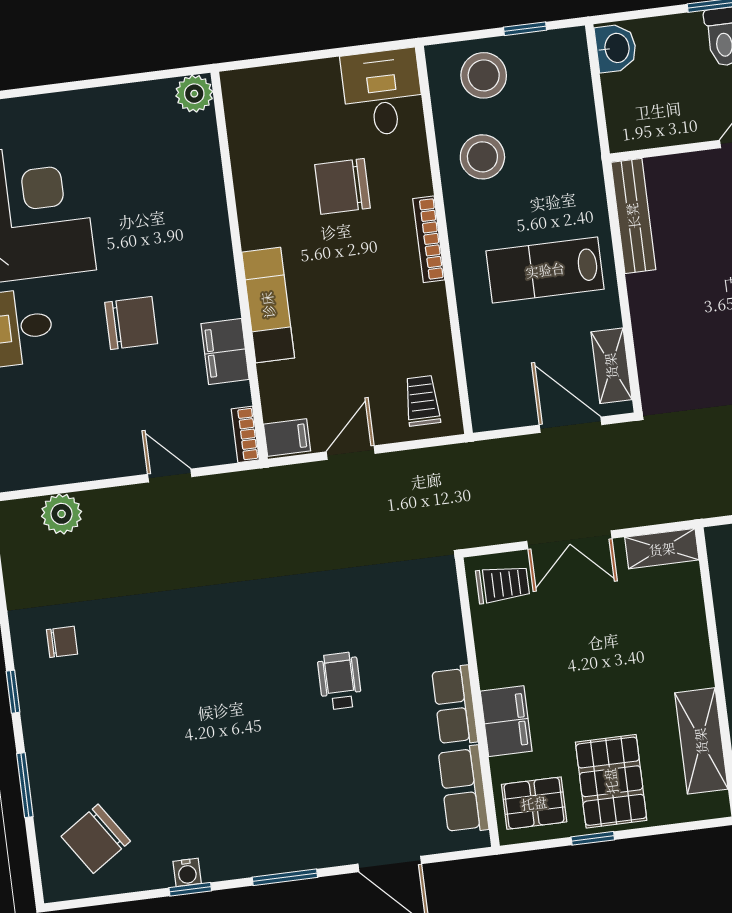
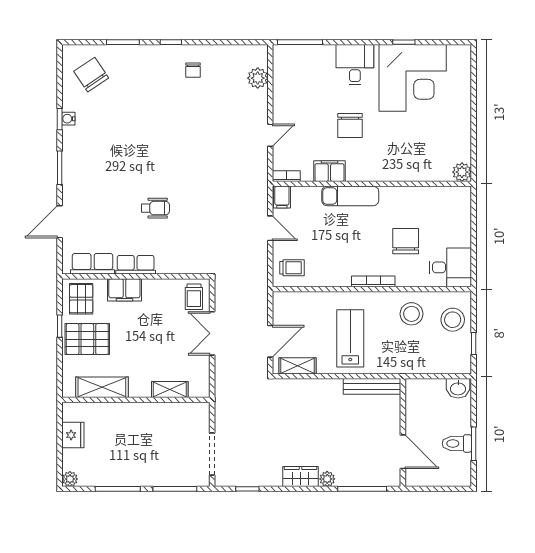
shelving: (662, 549) -> (170, 390), moved, turned 90

